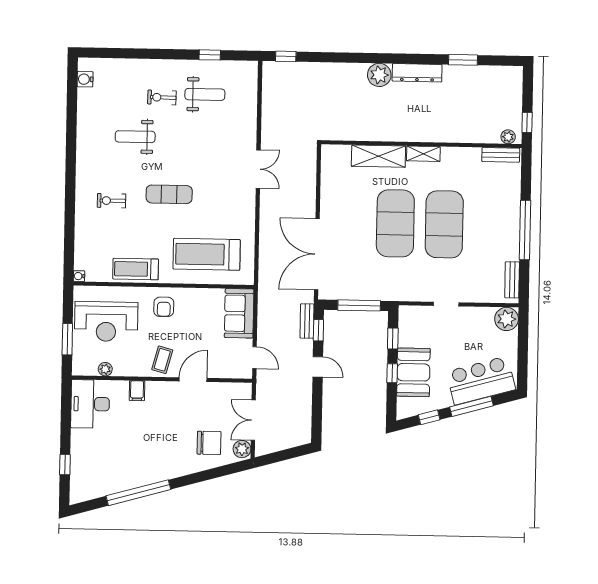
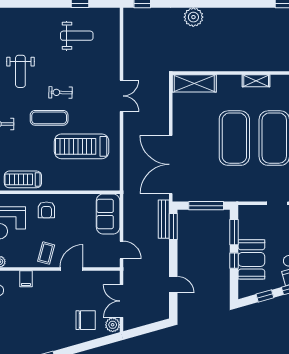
dresser: (417, 73) -> (250, 15), removed
plant: (379, 75) -> (193, 17), moved
exercise bike: (162, 97) -> (61, 92), moved
weight bench: (135, 137) -> (20, 71), turned -90
shelving: (378, 156) -> (194, 83), moved
treadmill: (207, 254) -> (82, 146), moved
bench: (307, 321) -> (164, 219), width x1.36
window: (318, 330) -> (173, 227), width x1.50
window: (393, 338) -> (234, 232), width x1.50
door: (318, 367) -> (173, 285), moved

